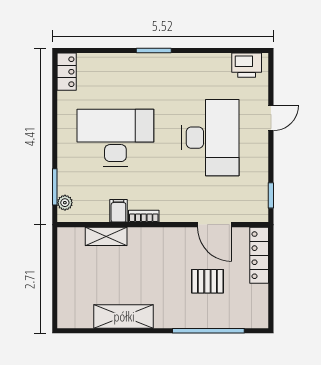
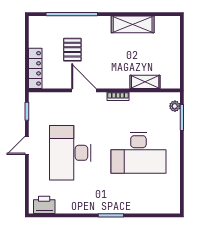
locker: (67, 72) -> (173, 200), removed
door: (271, 118) -> (27, 145), moved
filing cabinet: (118, 211) -> (136, 100), removed
door: (215, 225) -> (84, 90), moved
pallet: (207, 281) -> (72, 50), turned 90

